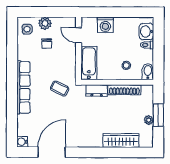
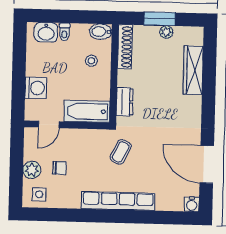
shoe rack: (124, 90) -> (125, 47), moved

